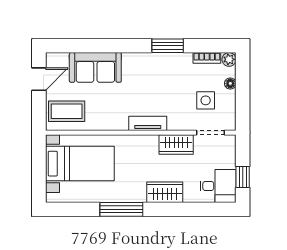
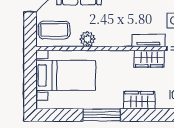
plant: (105, 122) -> (87, 39), added
tv unit: (148, 123) -> (148, 40), moved

